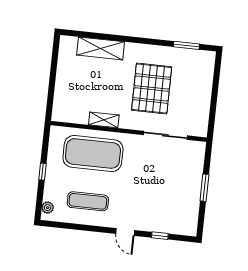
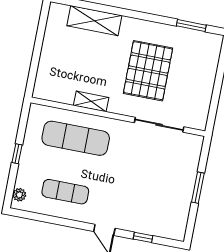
exercise mat: (93, 153) -> (76, 138), width x0.68

